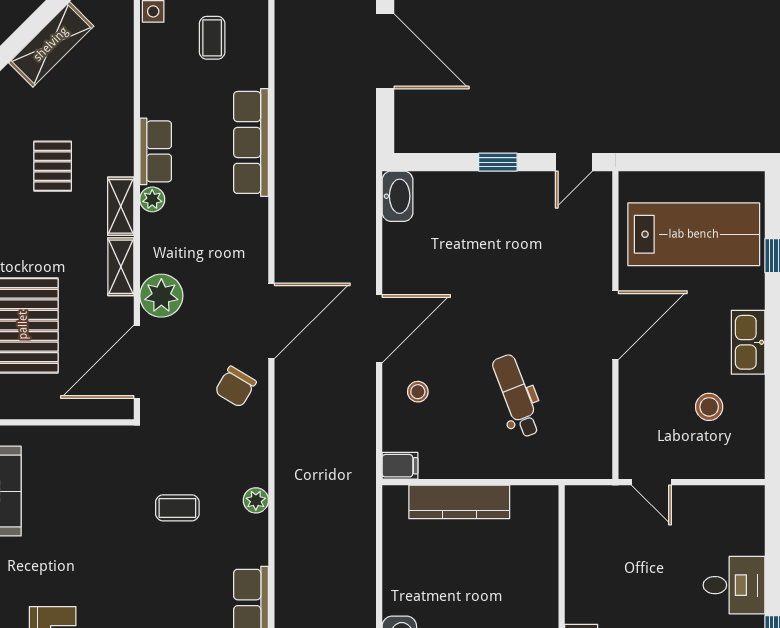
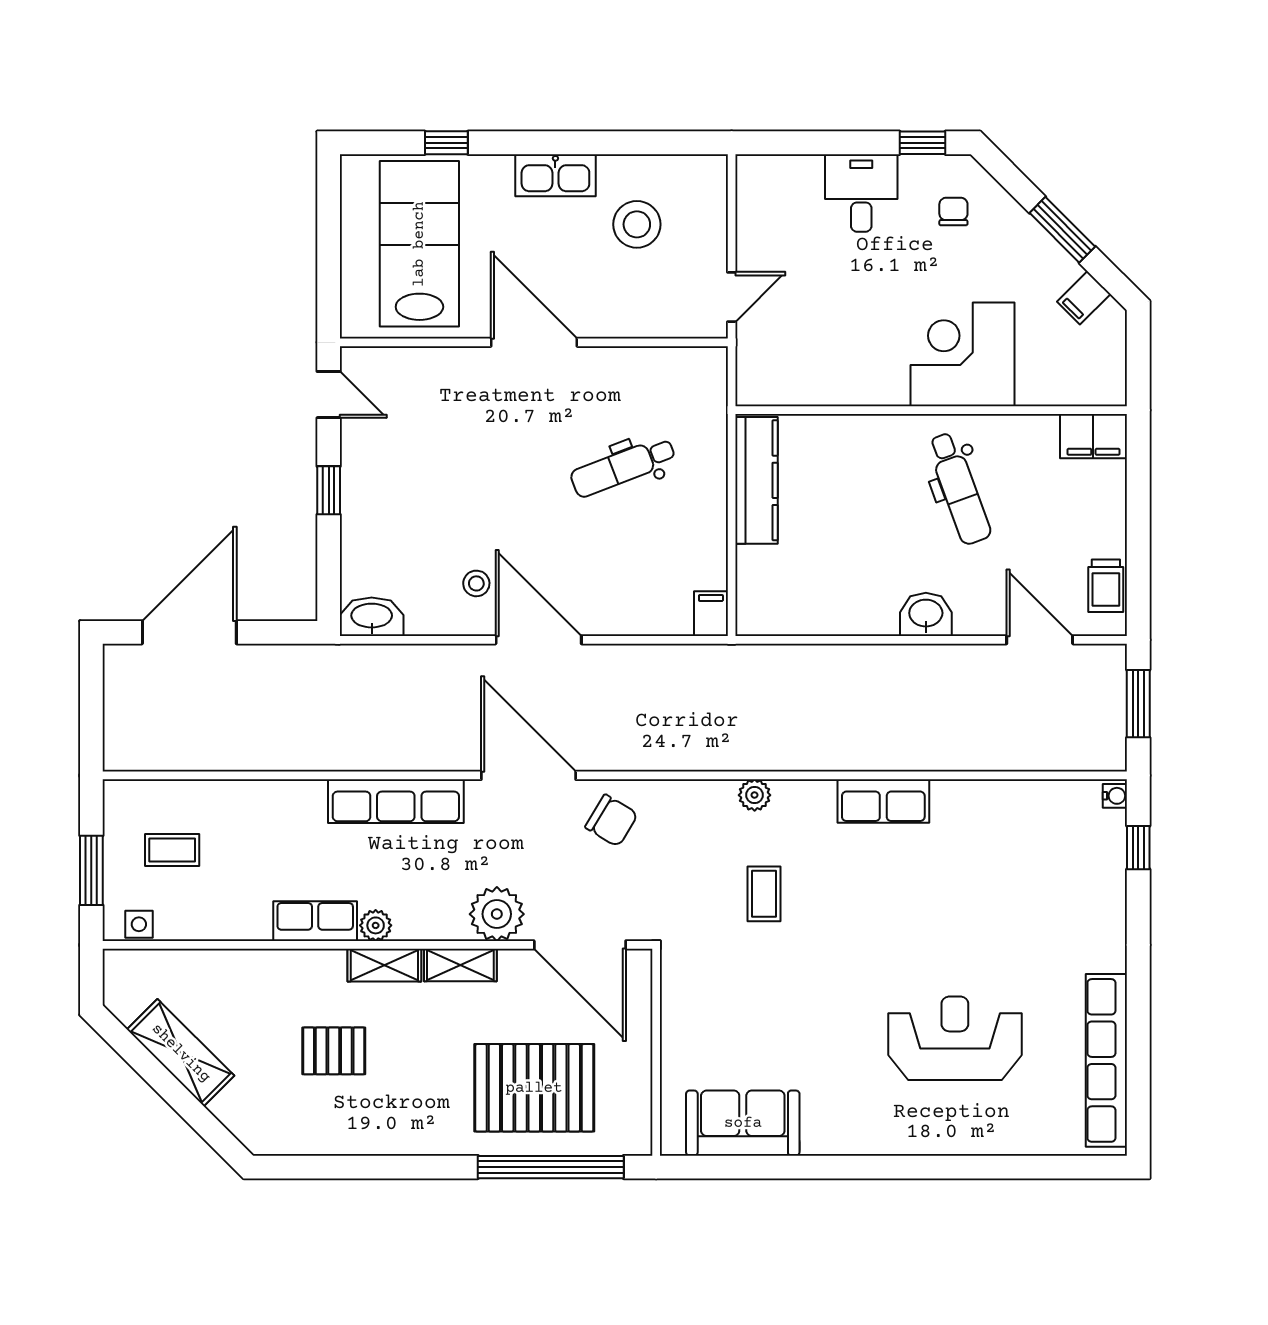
row of seats: (251, 142) -> (396, 801), moved
stool: (418, 392) -> (476, 583), moved
stool: (709, 407) -> (637, 224), width x1.38, depth x1.38
kitchen counter: (459, 502) -> (756, 480), moved

